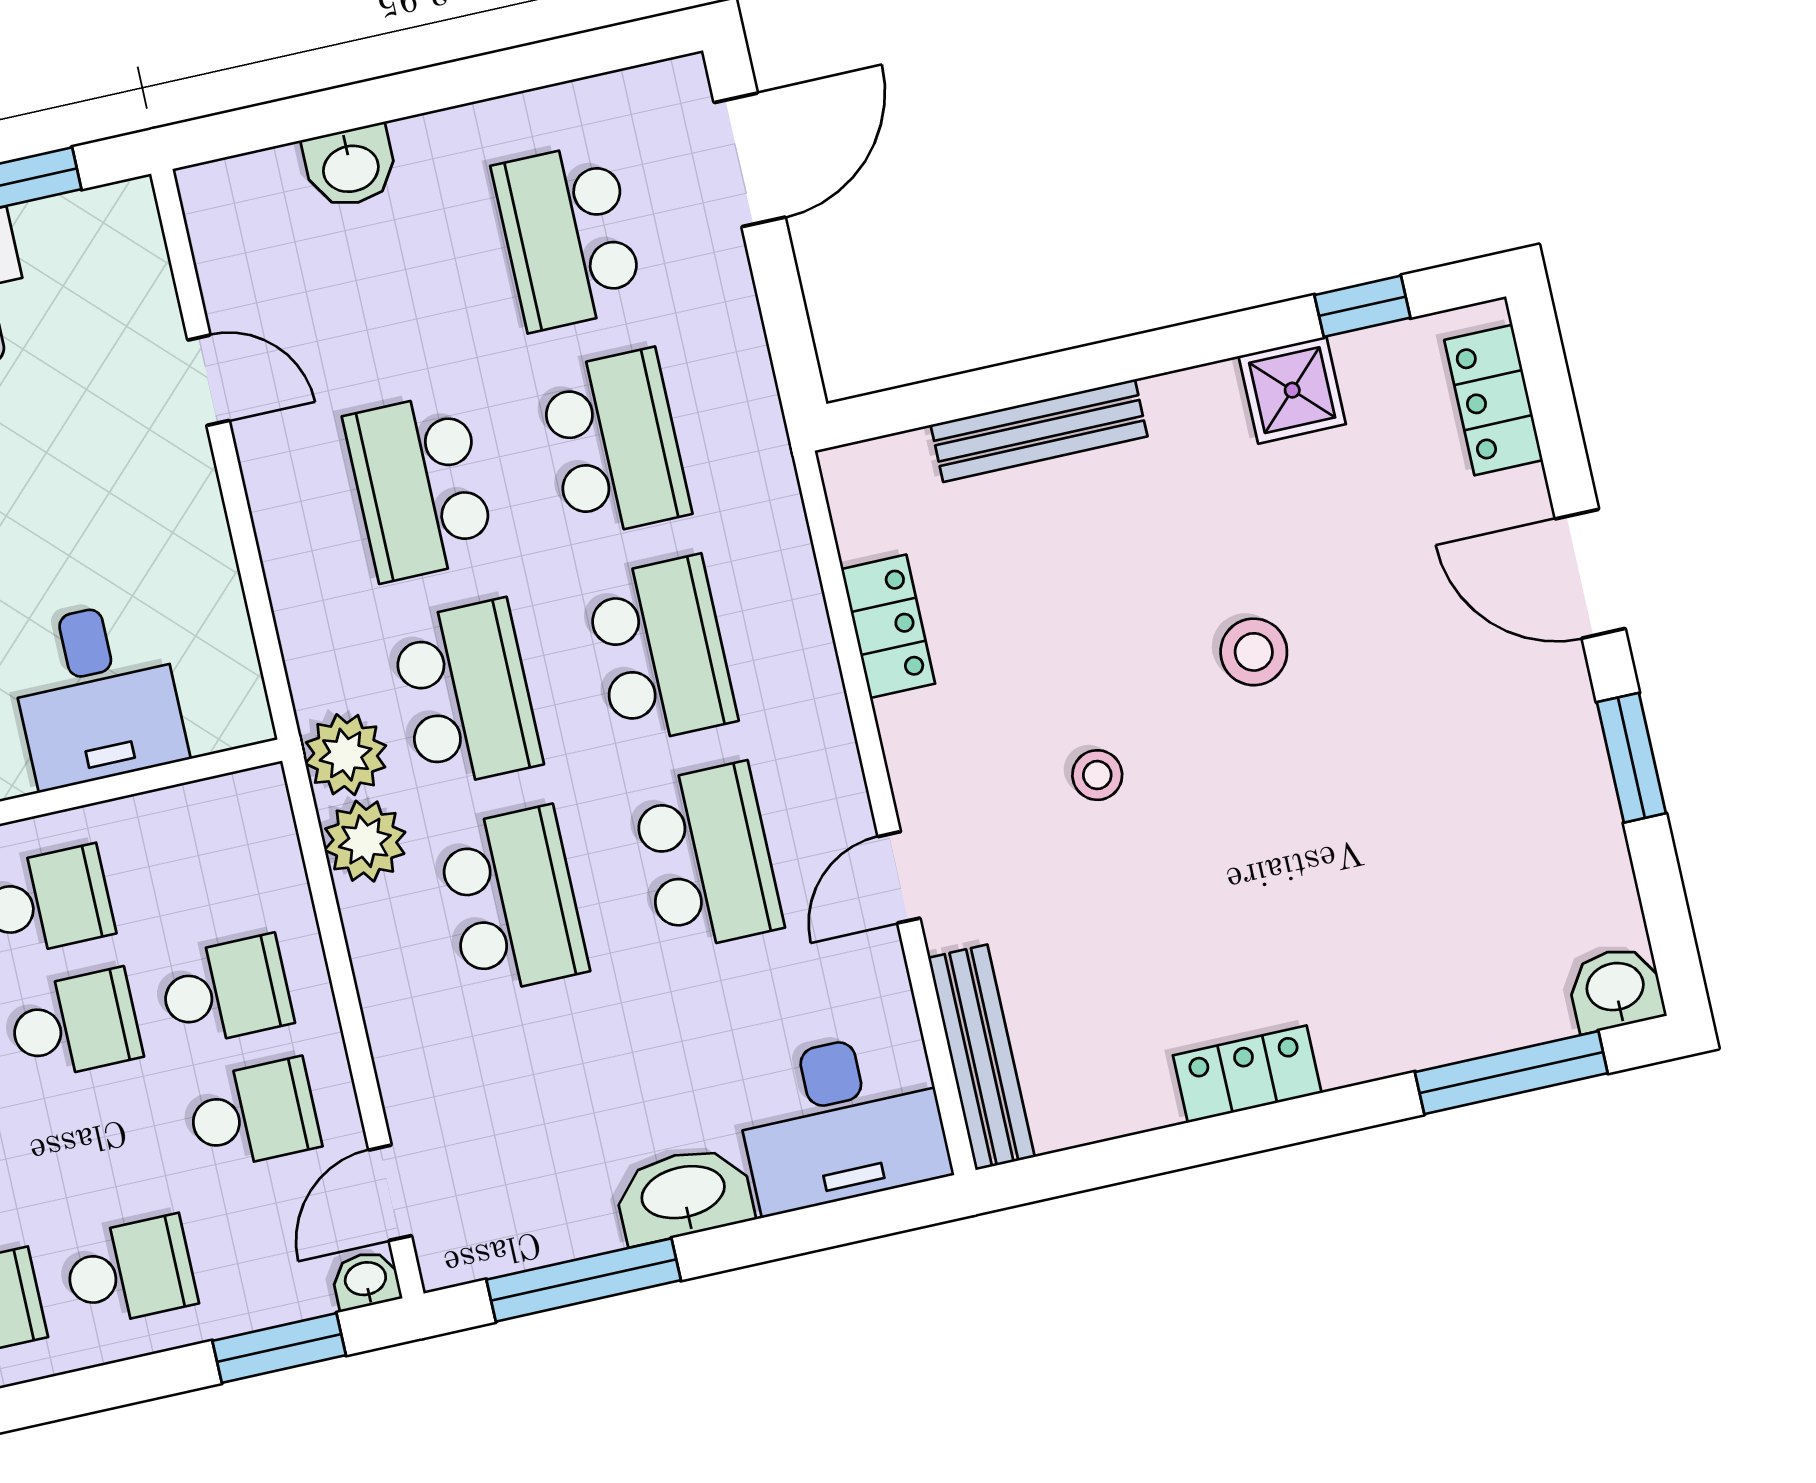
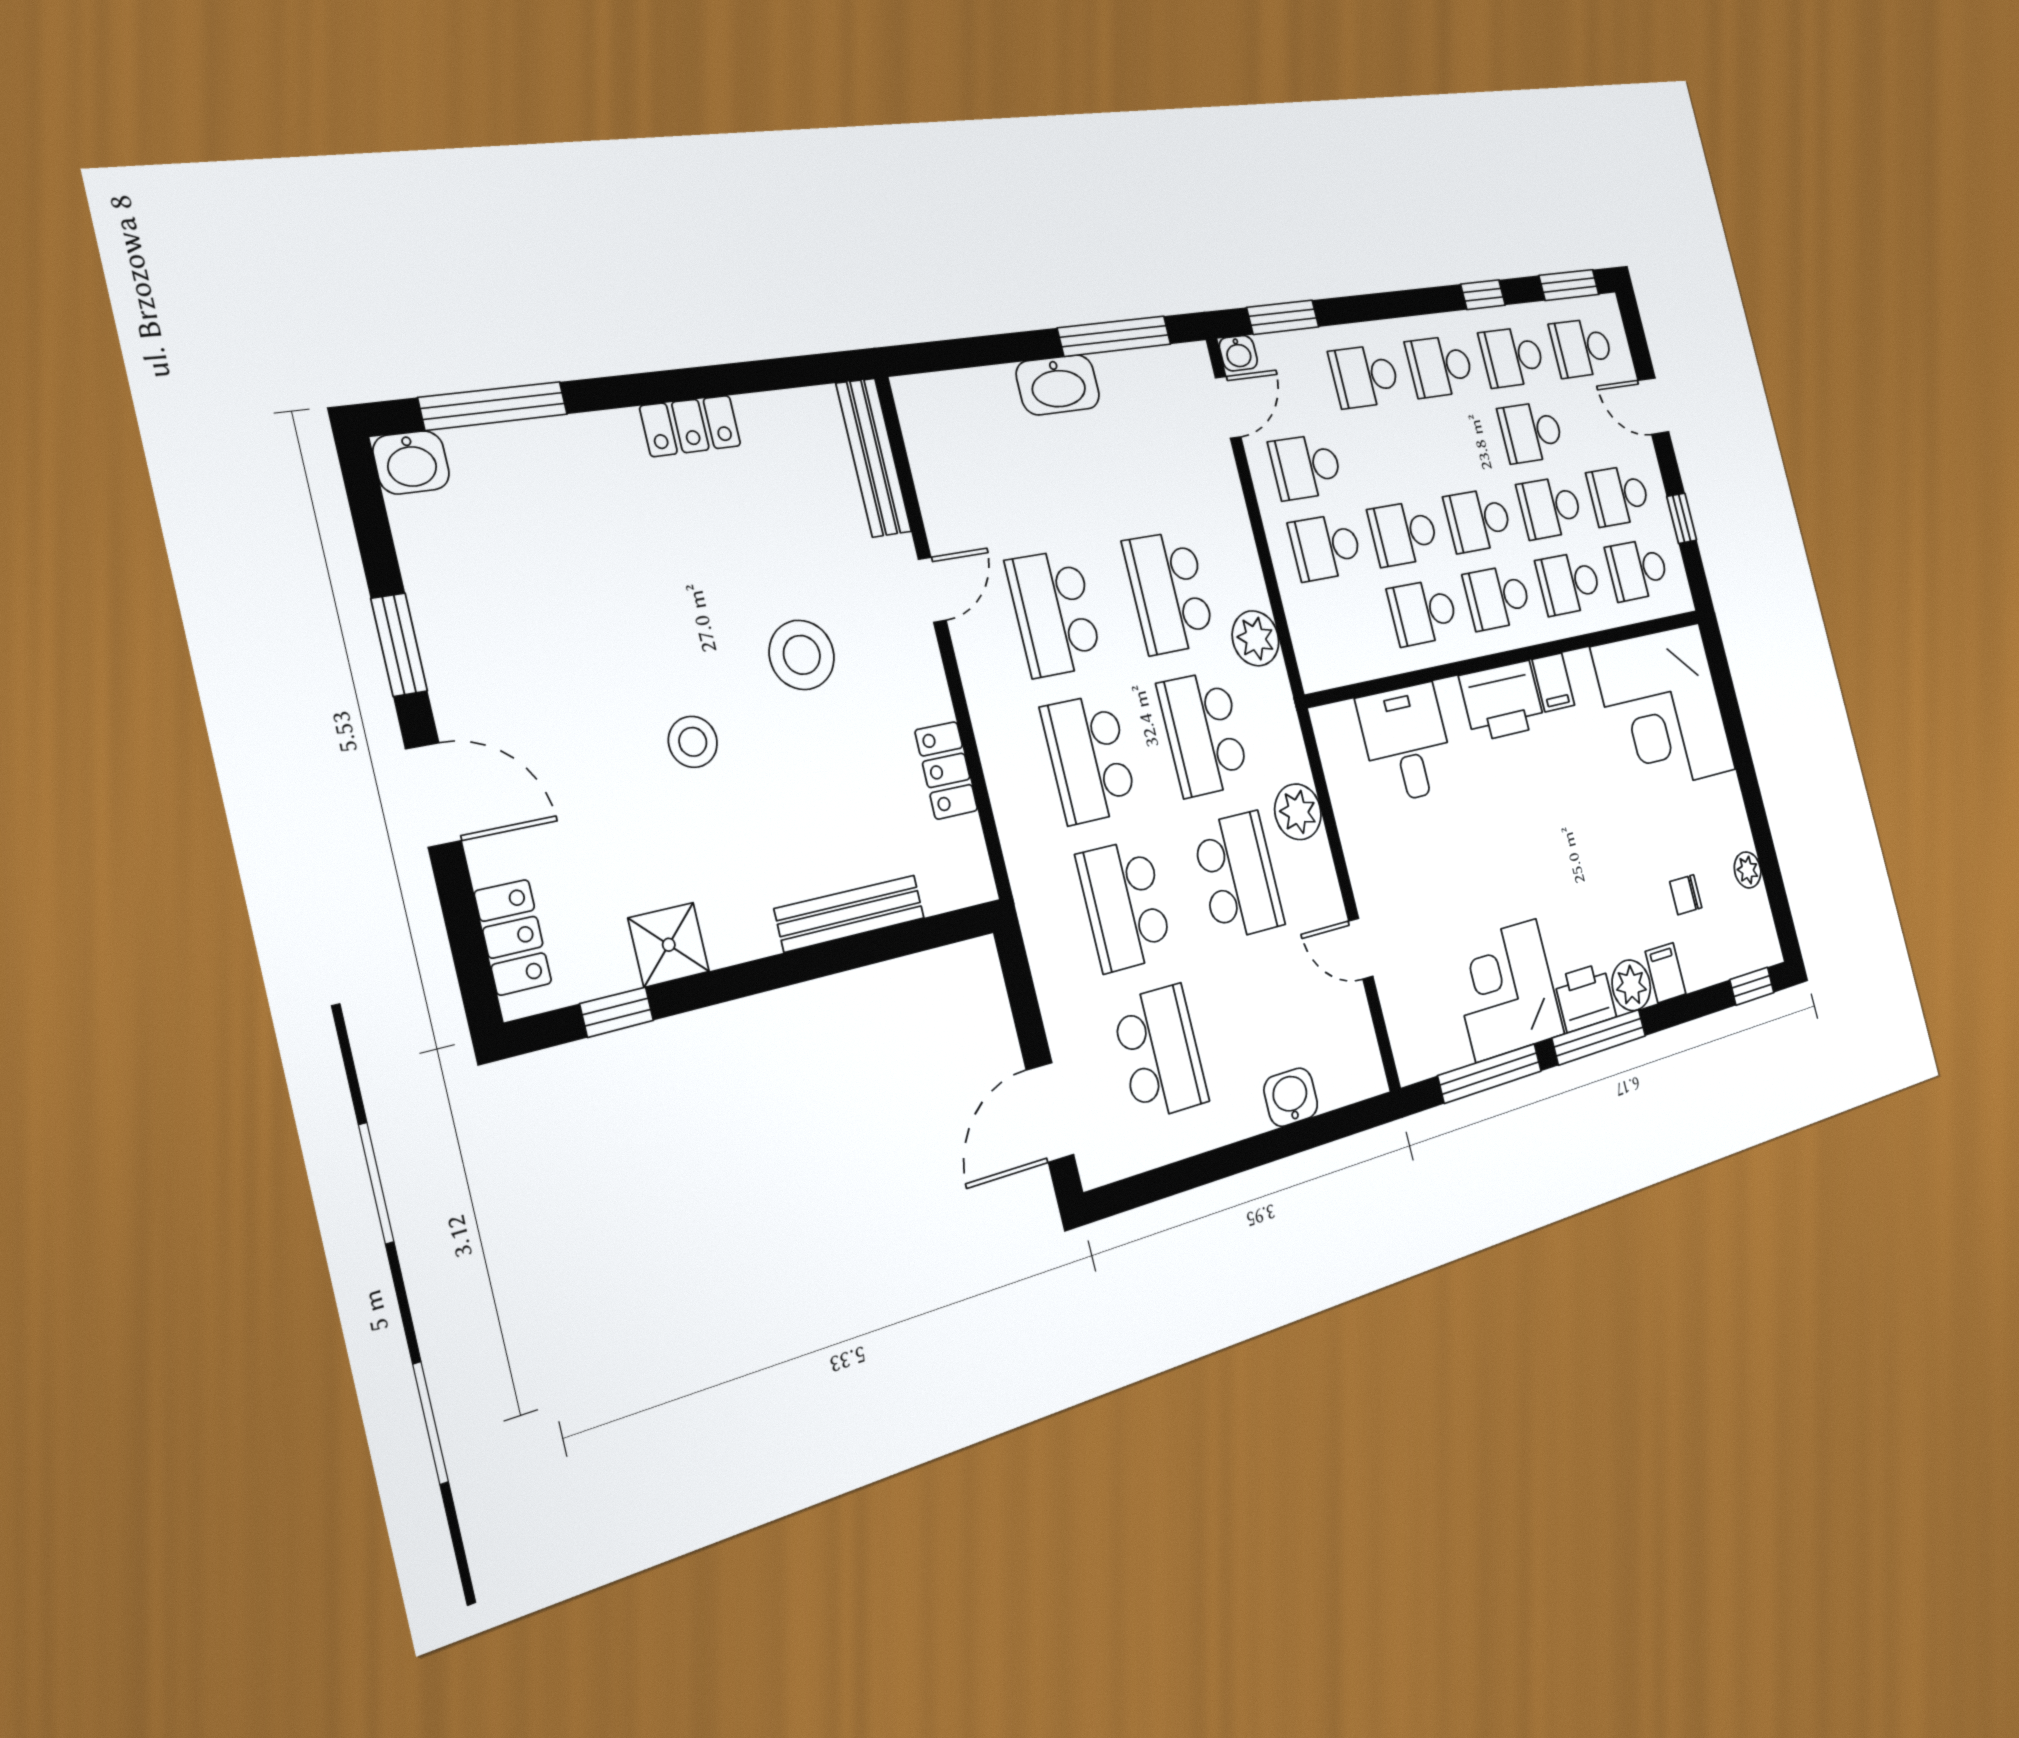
plant: (346, 755) -> (1298, 812), moved
stool: (1097, 775) -> (802, 655), width x1.89, depth x1.89
desk: (841, 1121) -> (963, 423), removed

